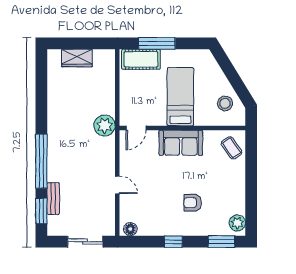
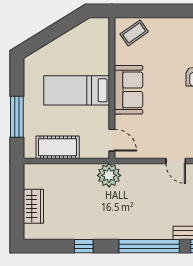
cot: (141, 59) -> (58, 147), moved, turned 90
window: (41, 103) -> (84, 246), added
stool: (225, 103) -> (84, 40), removed
door: (117, 185) -> (176, 161), swing flipped

